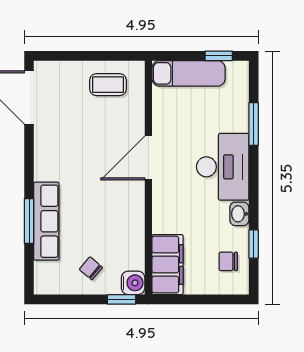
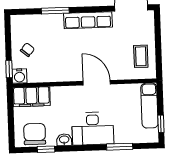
row of seats: (46, 221) -> (88, 20), moved
chair: (228, 261) -> (35, 134), width x1.87, depth x1.87

